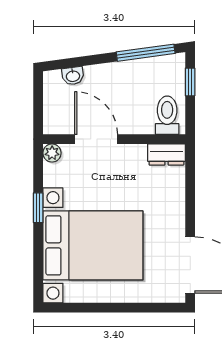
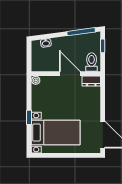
door: (96, 139) -> (70, 74), moved
window: (38, 208) -> (29, 117), moved
bed with nightstands: (93, 245) -> (56, 133), width x0.73

